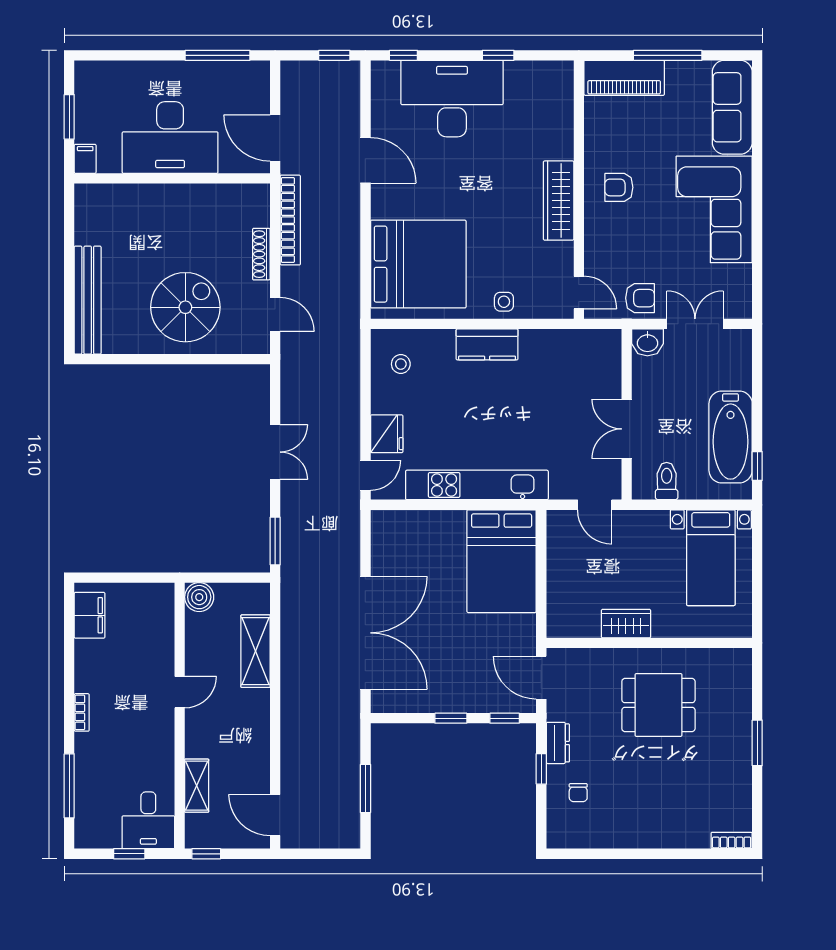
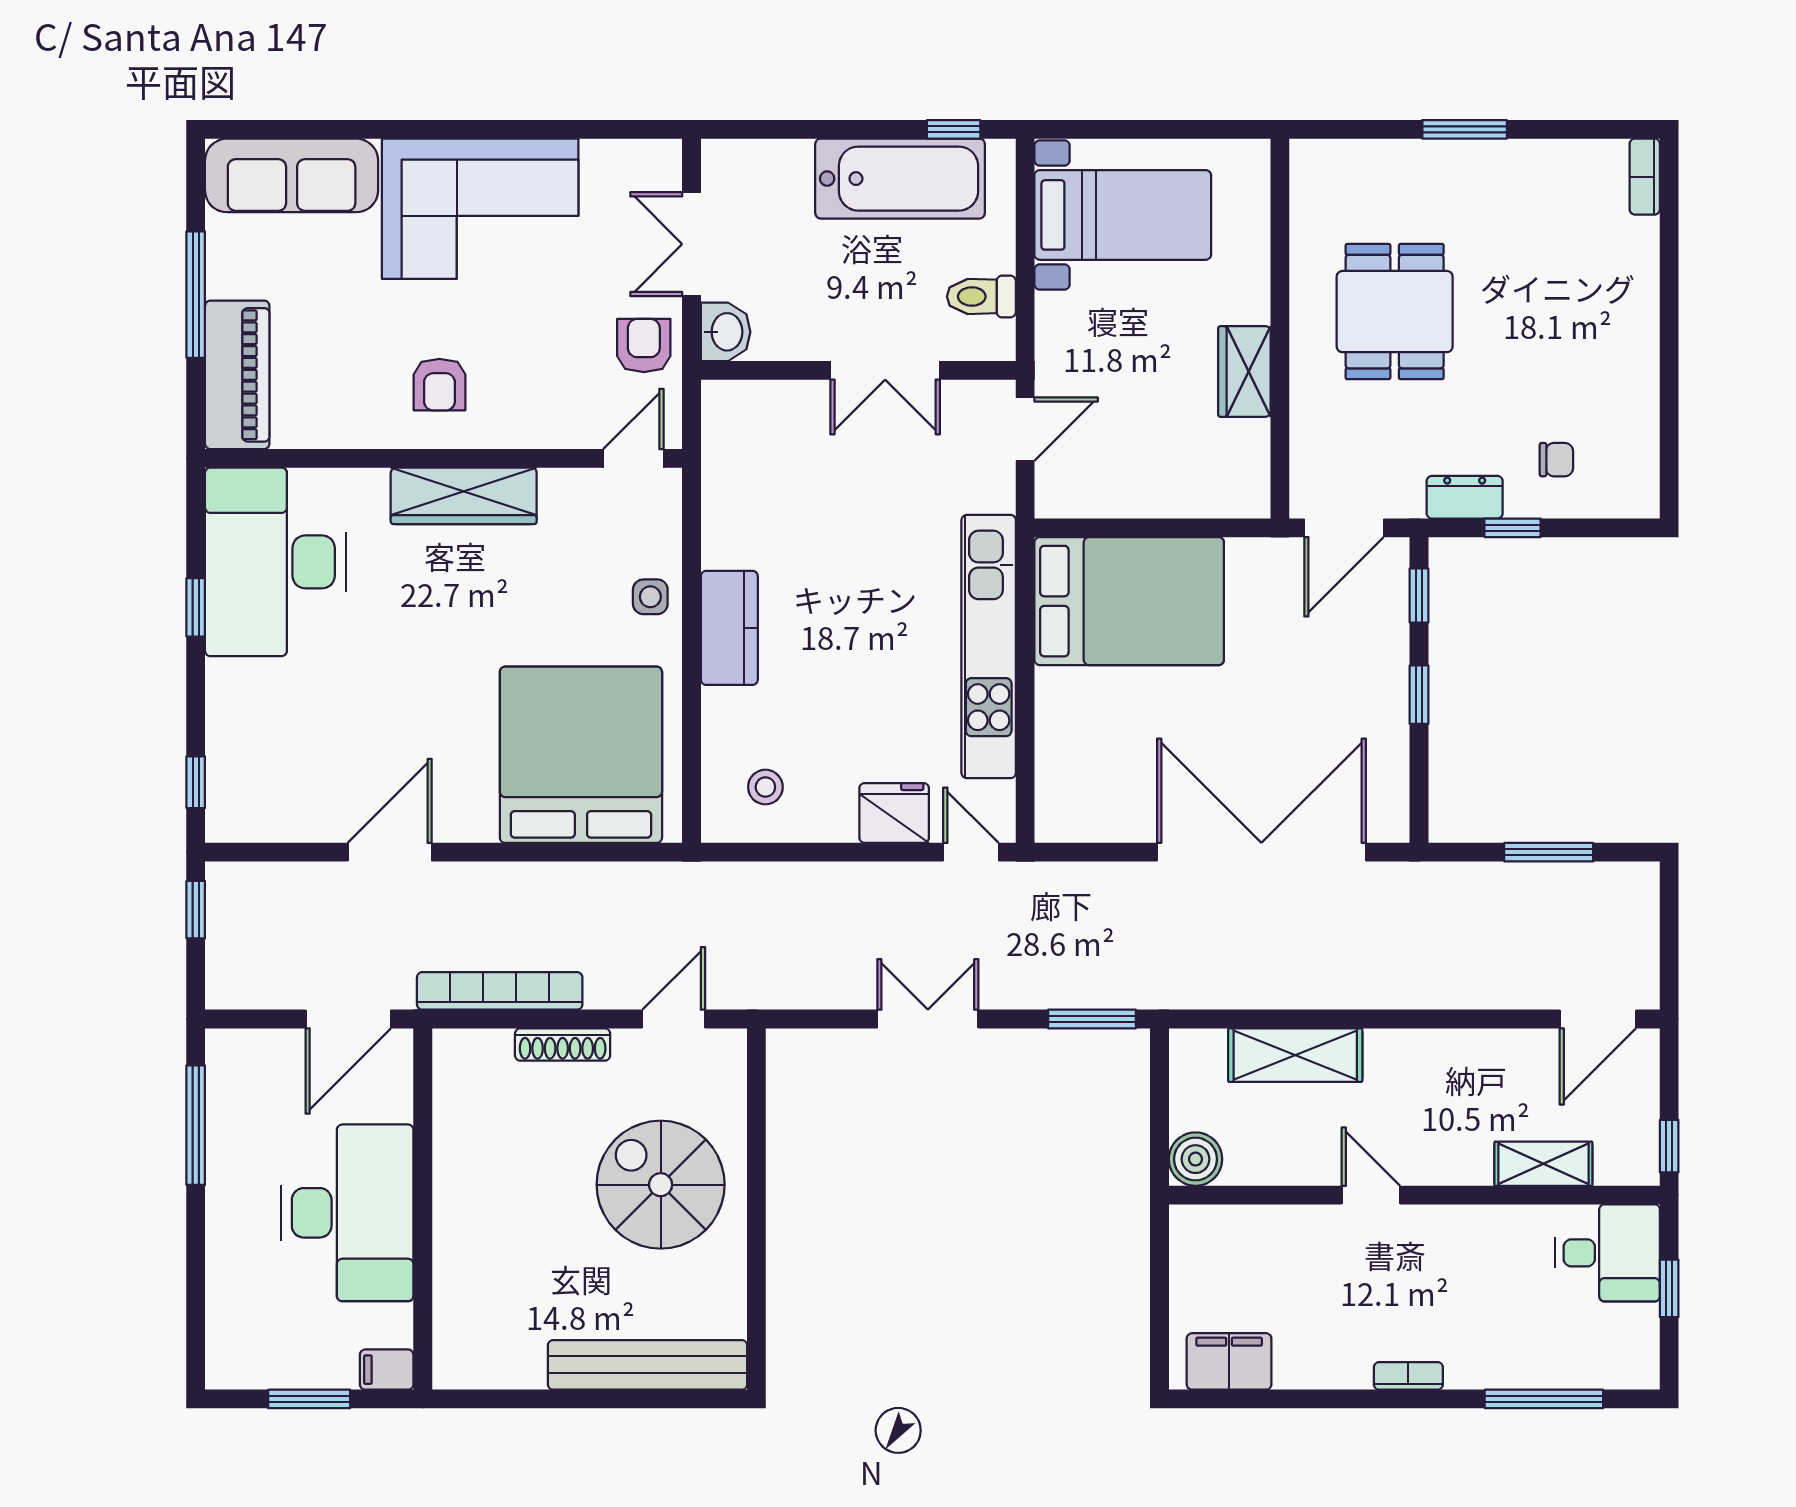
desk: (452, 99) -> (276, 562), moved

